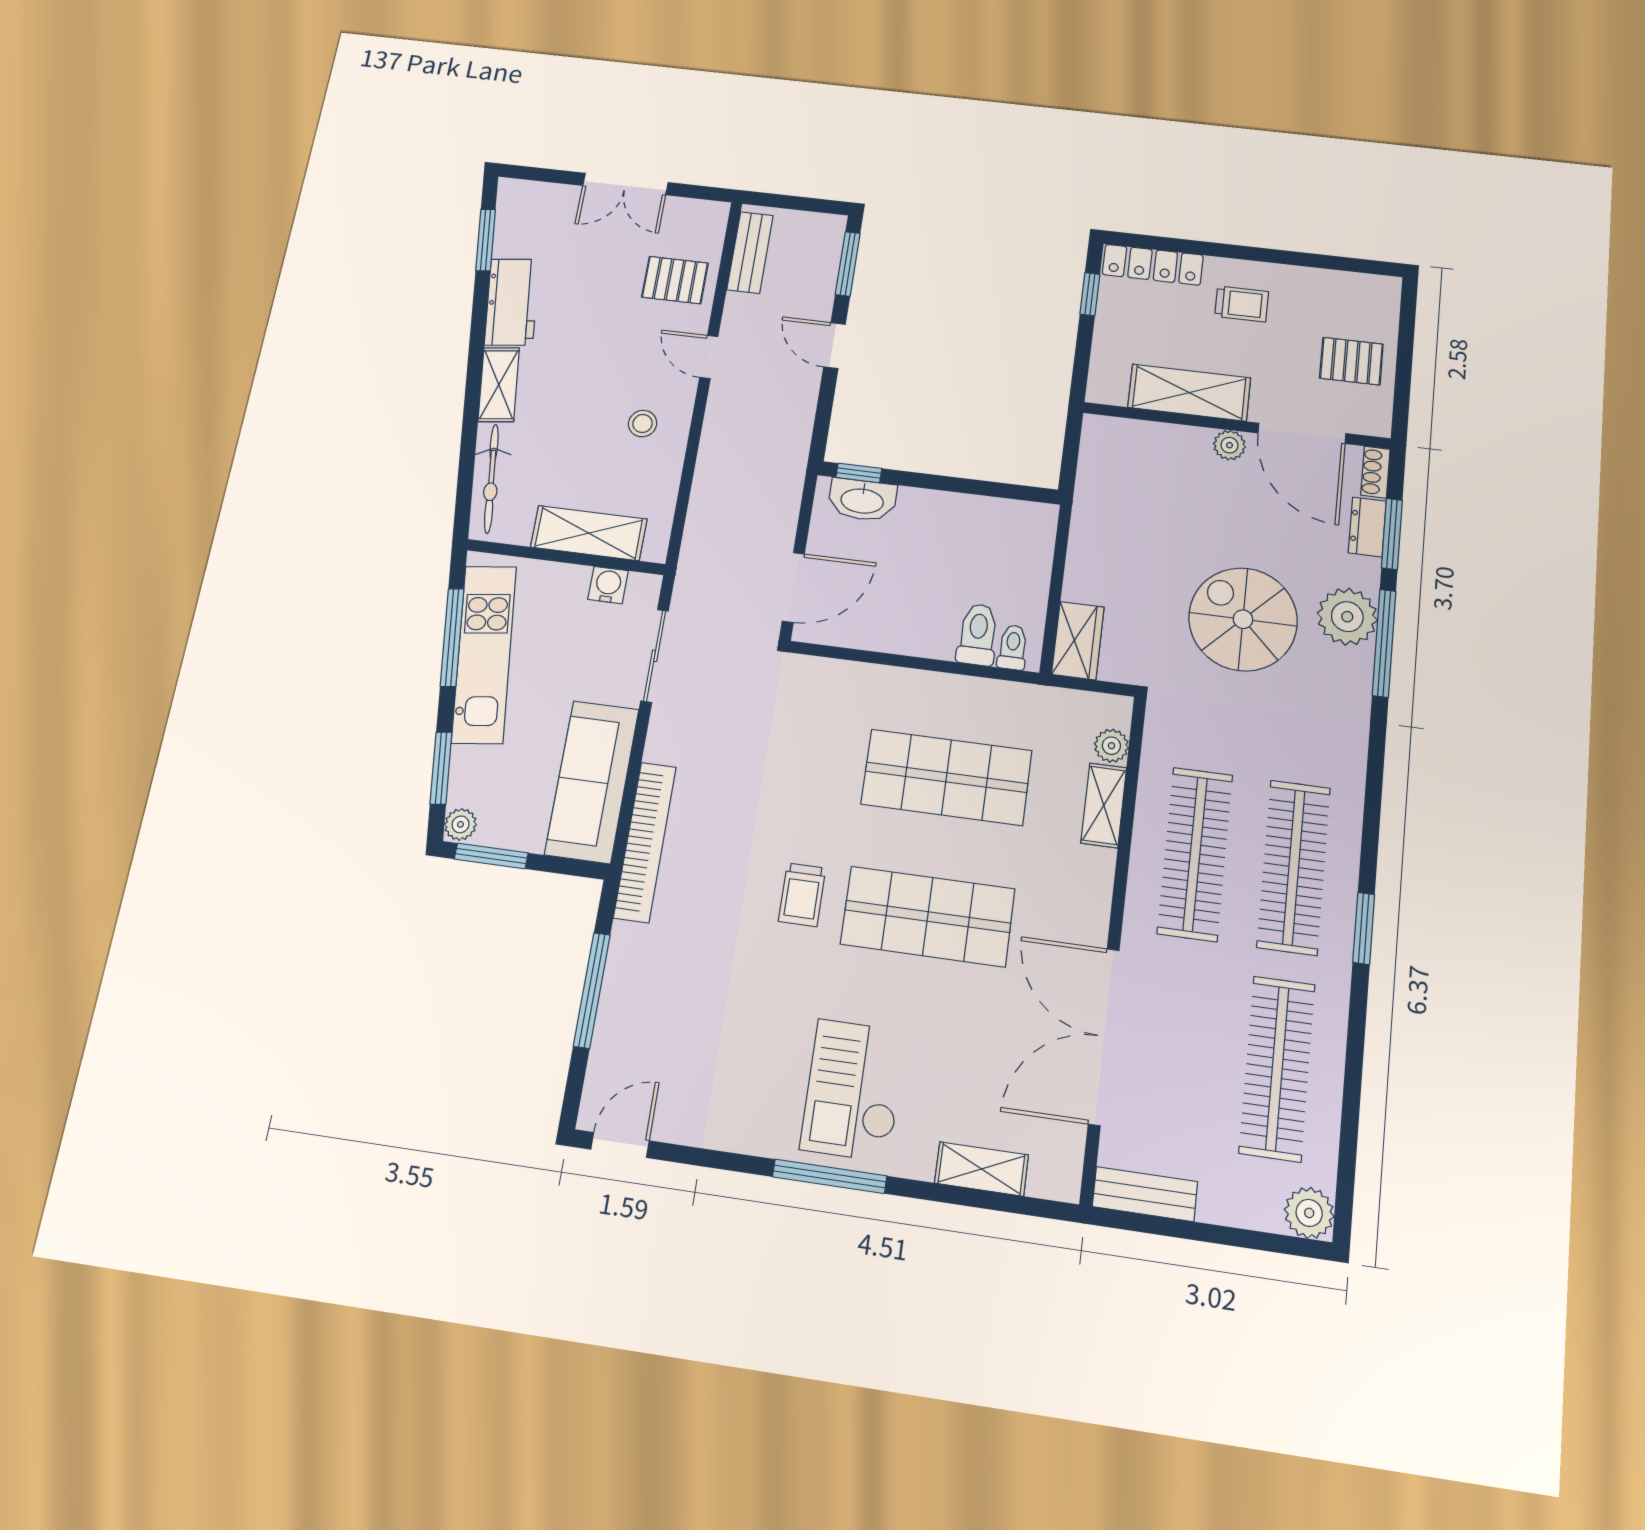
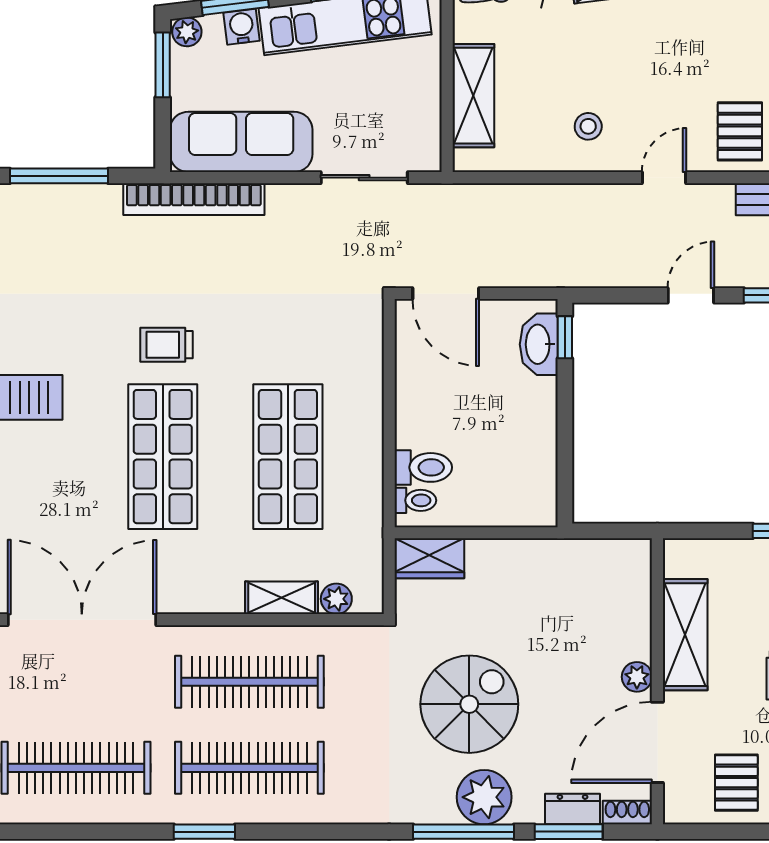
water cooler: (608, 585) -> (242, 27), moved, turned -97

